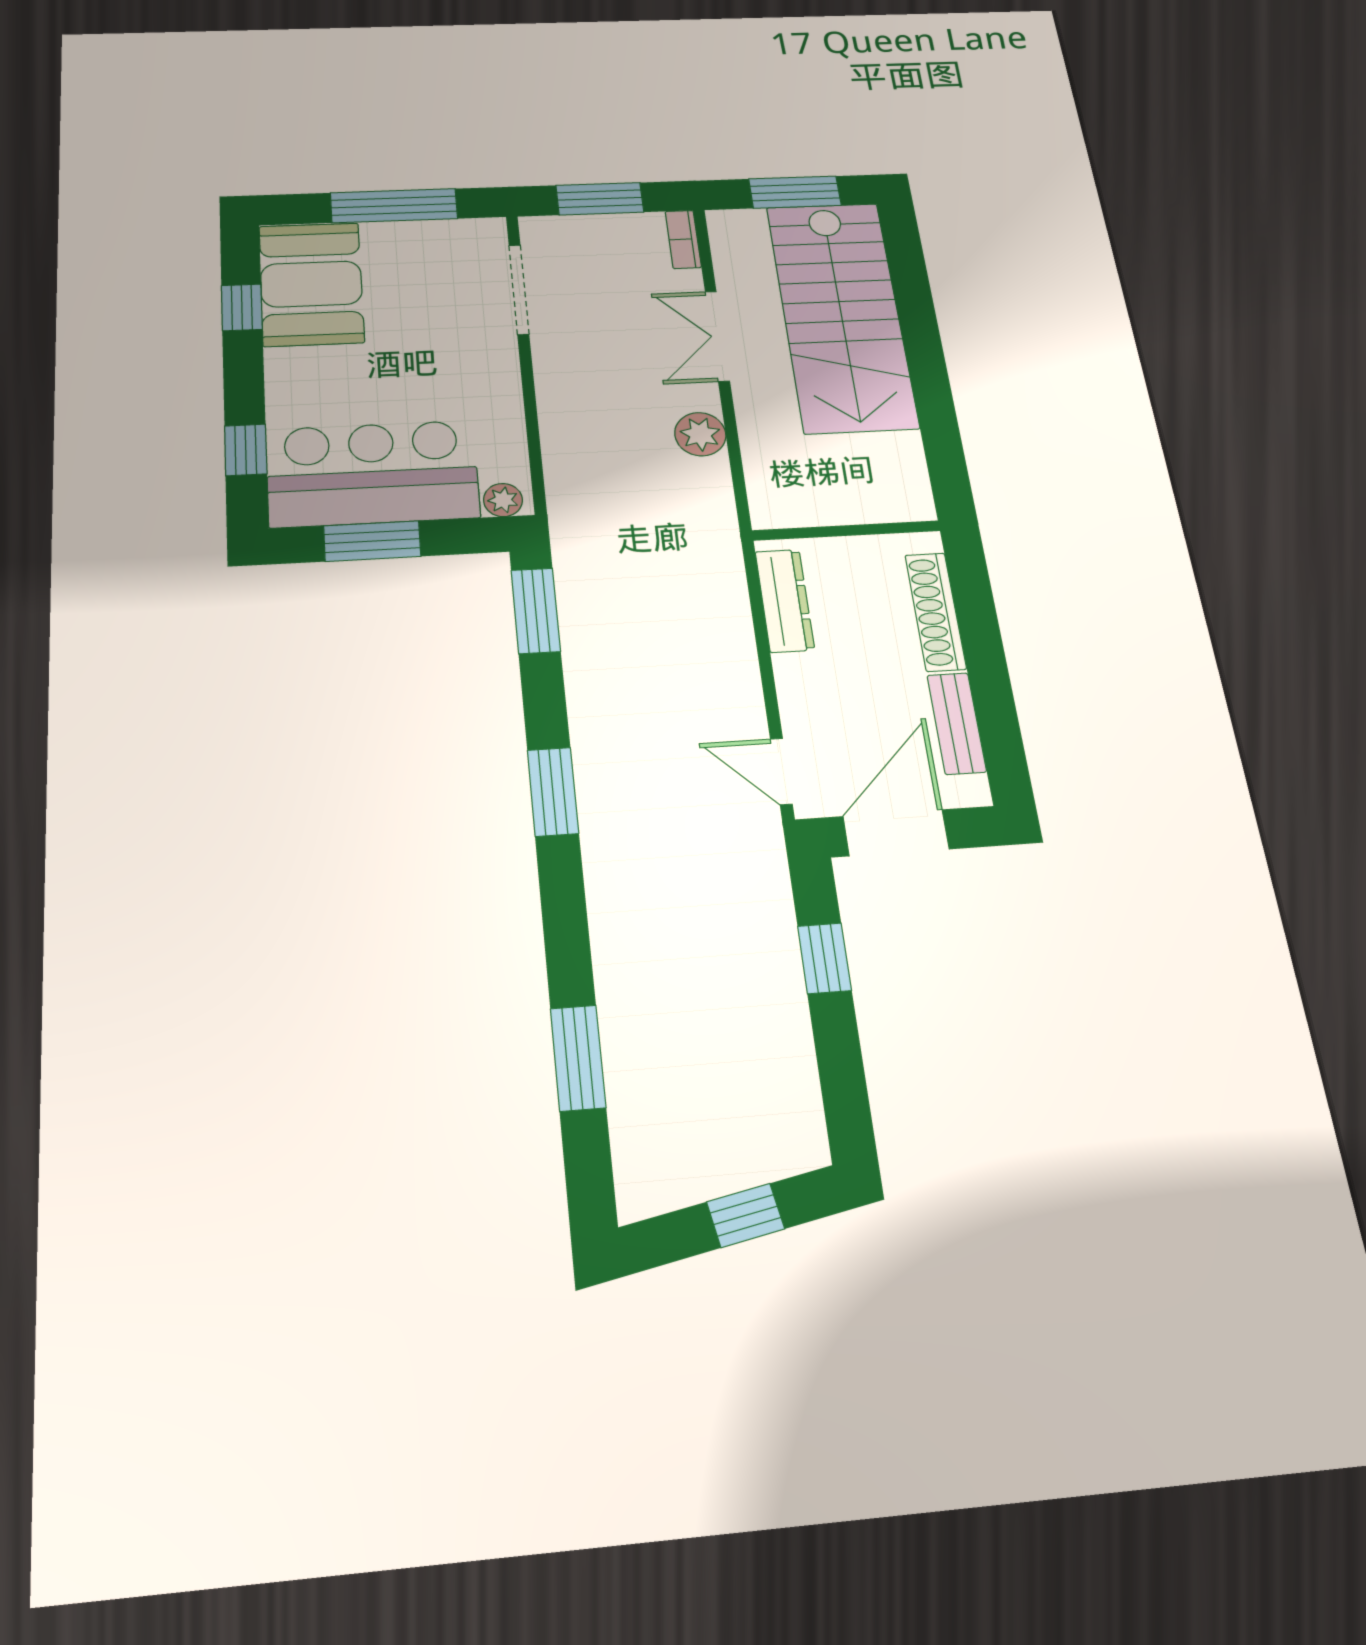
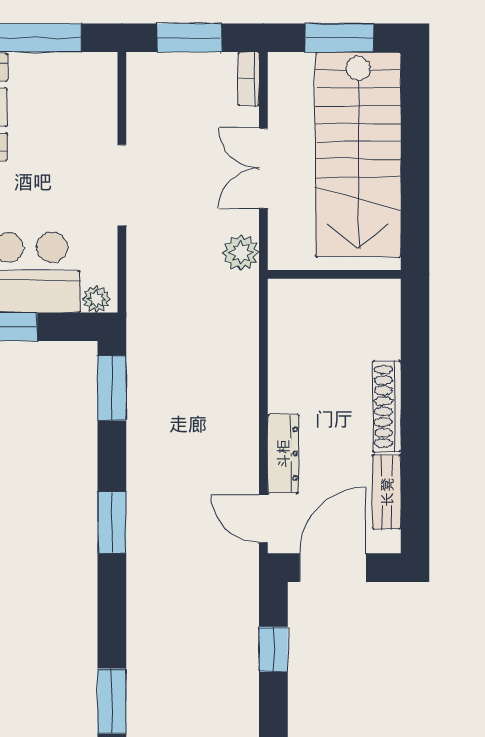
doorway: (519, 289) -> (122, 185), moved
wall: (846, 531) -> (334, 274), moved
dresser: (785, 601) -> (283, 454), moved

